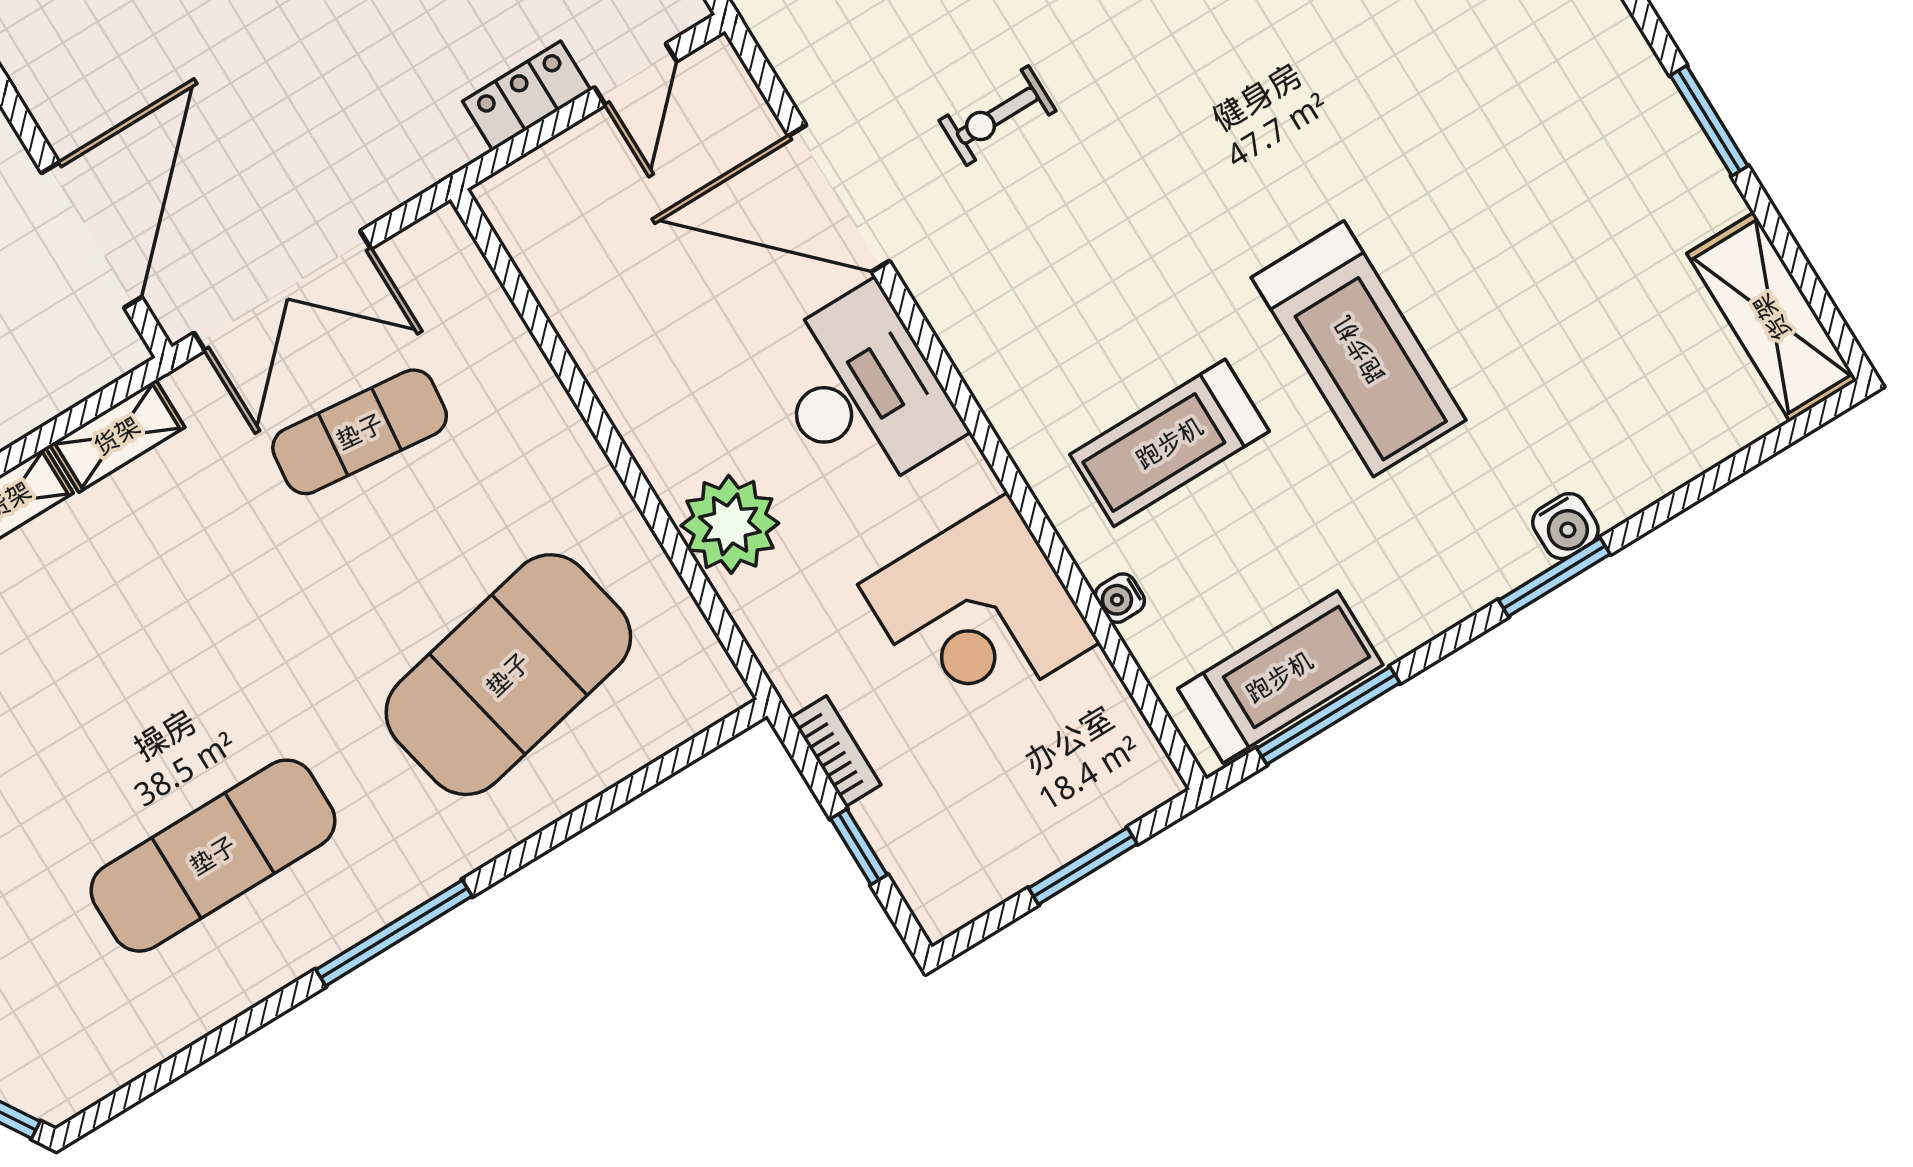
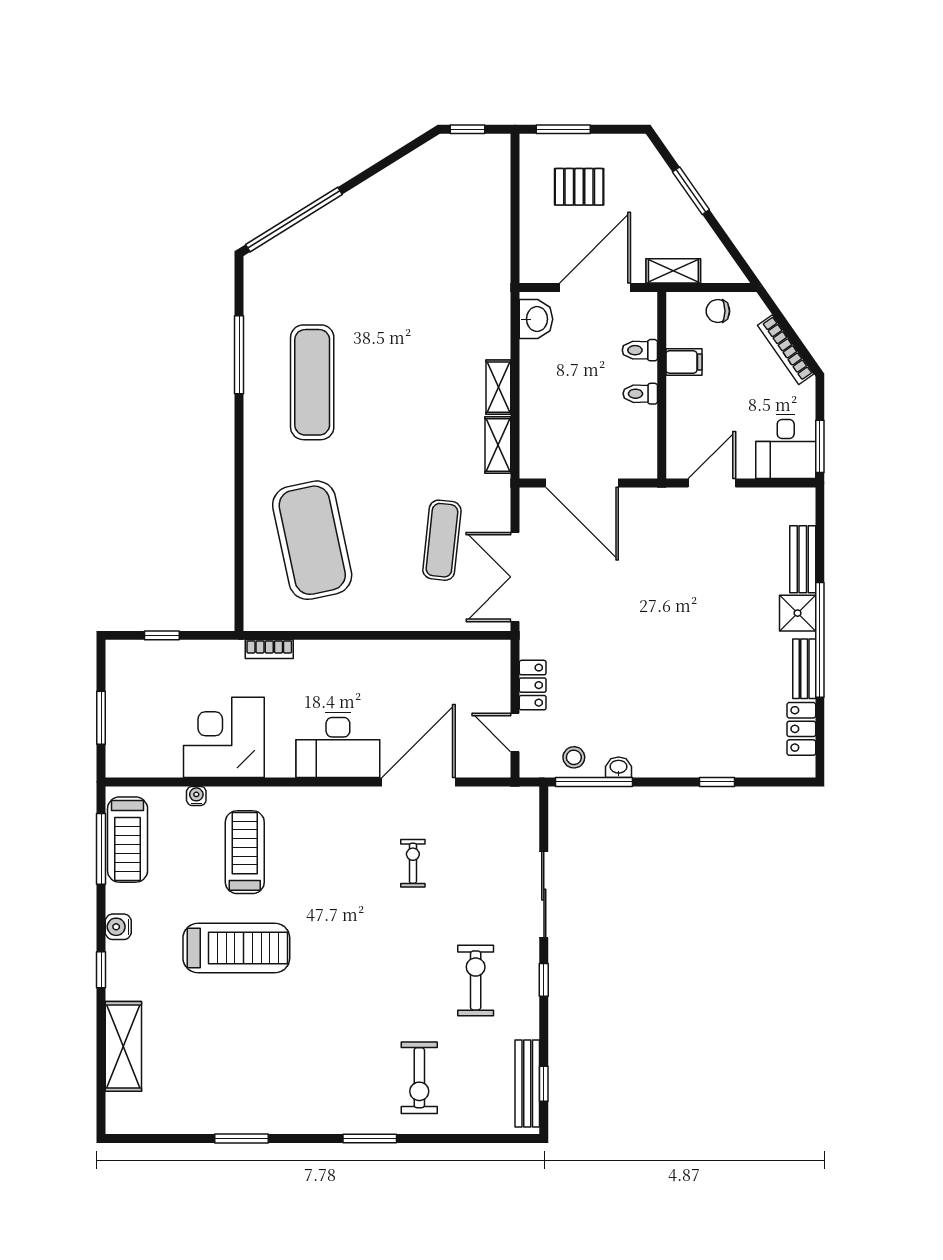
double door: (283, 291) -> (515, 577), moved
shelving: (1772, 317) -> (123, 1046), moved, turned 90
treadmill: (1359, 349) -> (236, 948), turned 180
plant: (730, 524) -> (318, 662), removed
water cooler: (1565, 526) -> (118, 927), moved
window: (1554, 577) -> (101, 970), width x0.67
bookcase: (836, 751) -> (269, 649), moved
window: (394, 933) -> (239, 355), moved

